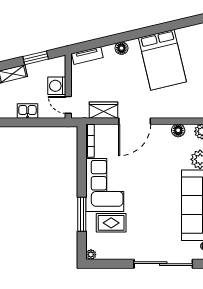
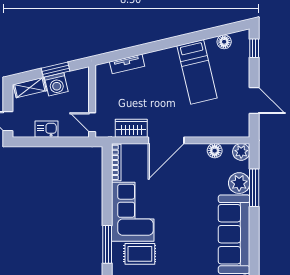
floor lamp: (121, 48) -> (224, 42), moved
tv unit: (87, 56) -> (127, 64), moved
bed: (162, 60) -> (197, 72), width x0.67
washing machine: (57, 86) -> (56, 84), moved, turned -103

